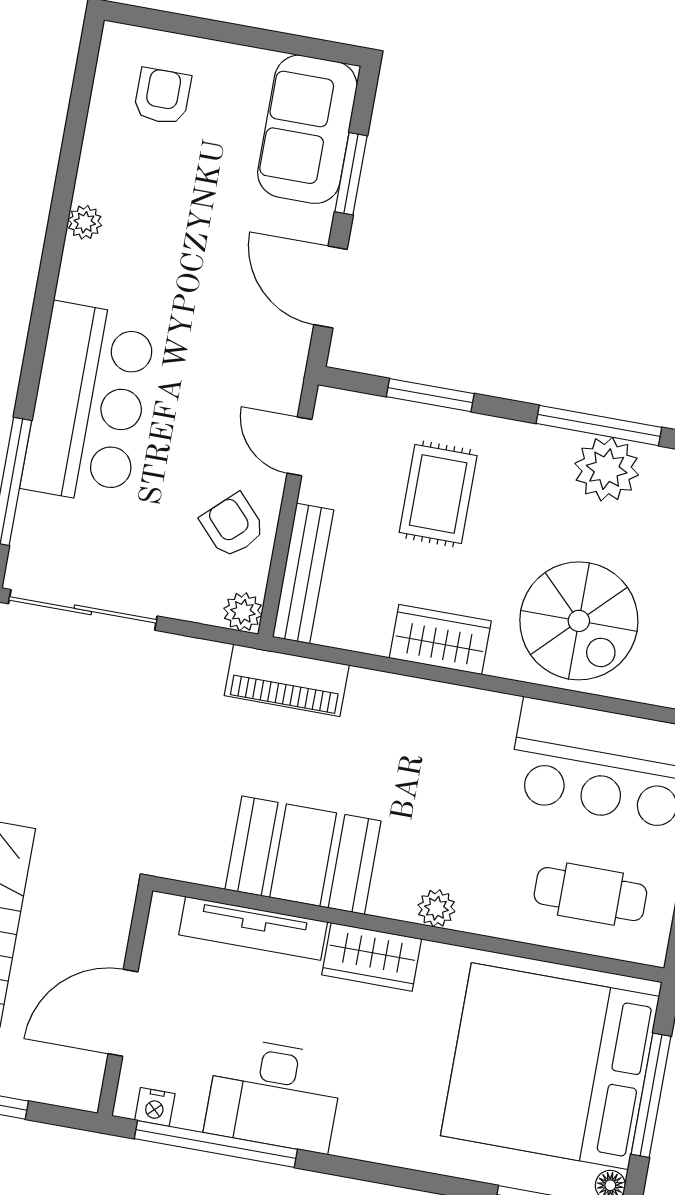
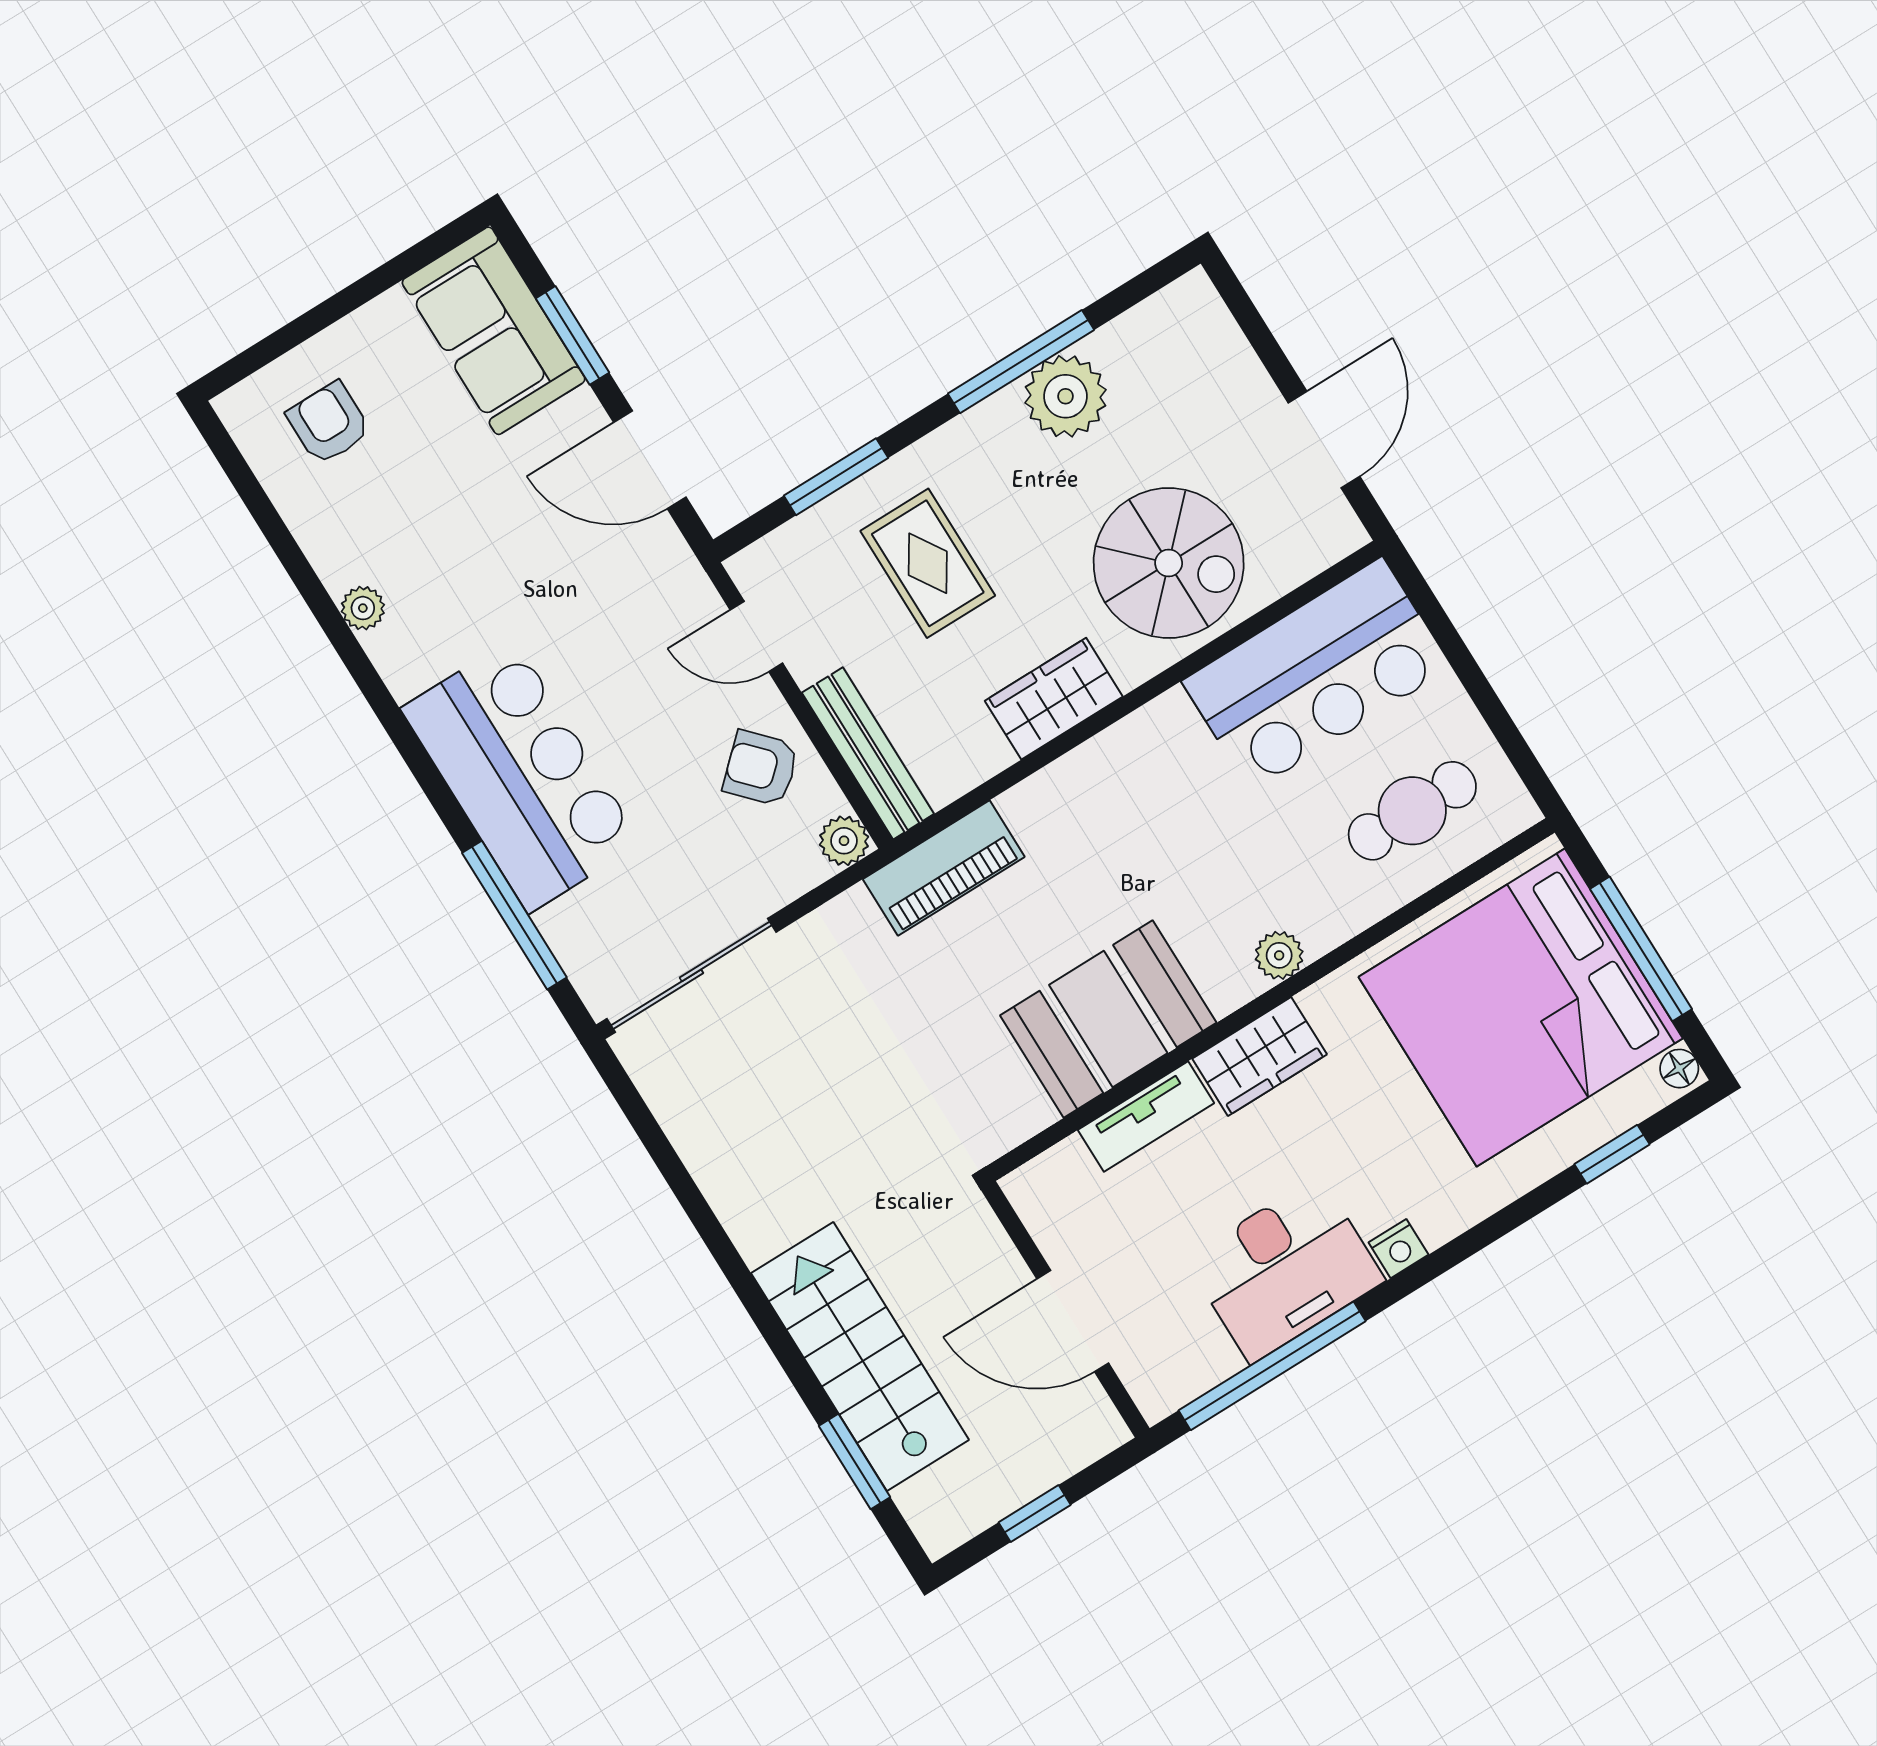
tv unit: (253, 928) -> (1146, 1117), width x0.71
door: (123, 1013) -> (1073, 1321), hinge flipped
nightstand: (155, 1107) -> (1398, 1249), moved

